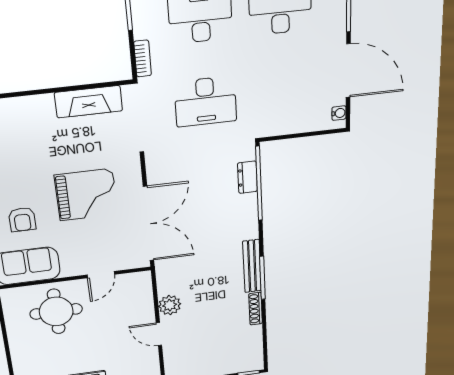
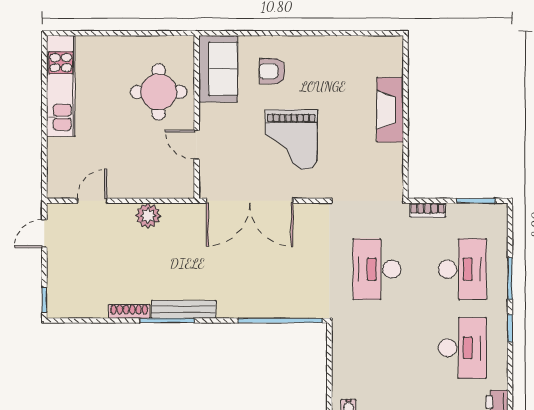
fireplace: (88, 102) -> (390, 110), moved
dresser: (247, 177) -> (289, 308), removed
door: (159, 334) -> (92, 201), moved

